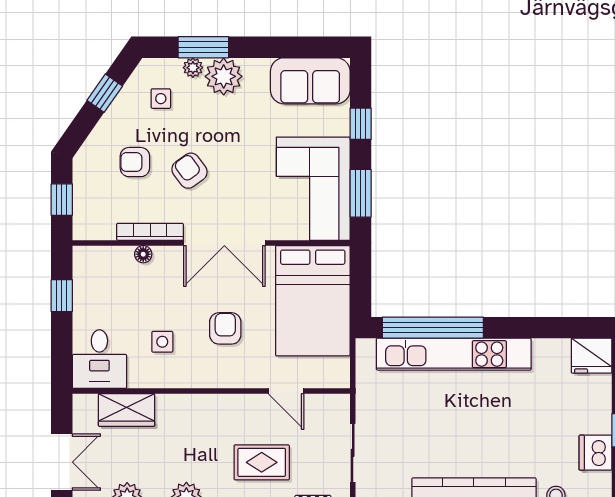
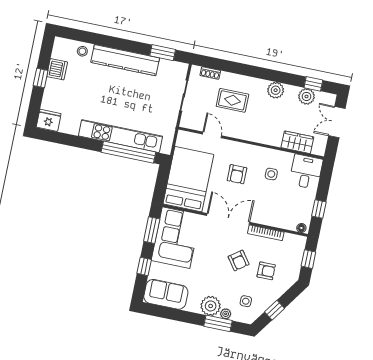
floor lamp: (143, 254) -> (301, 228), moved

